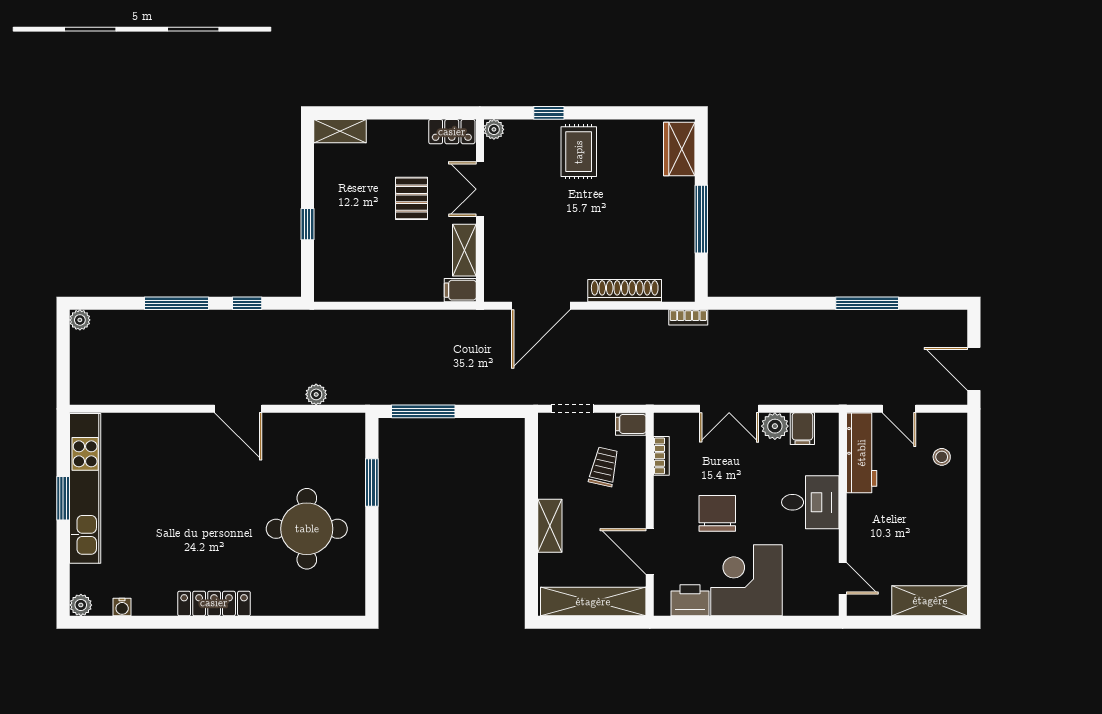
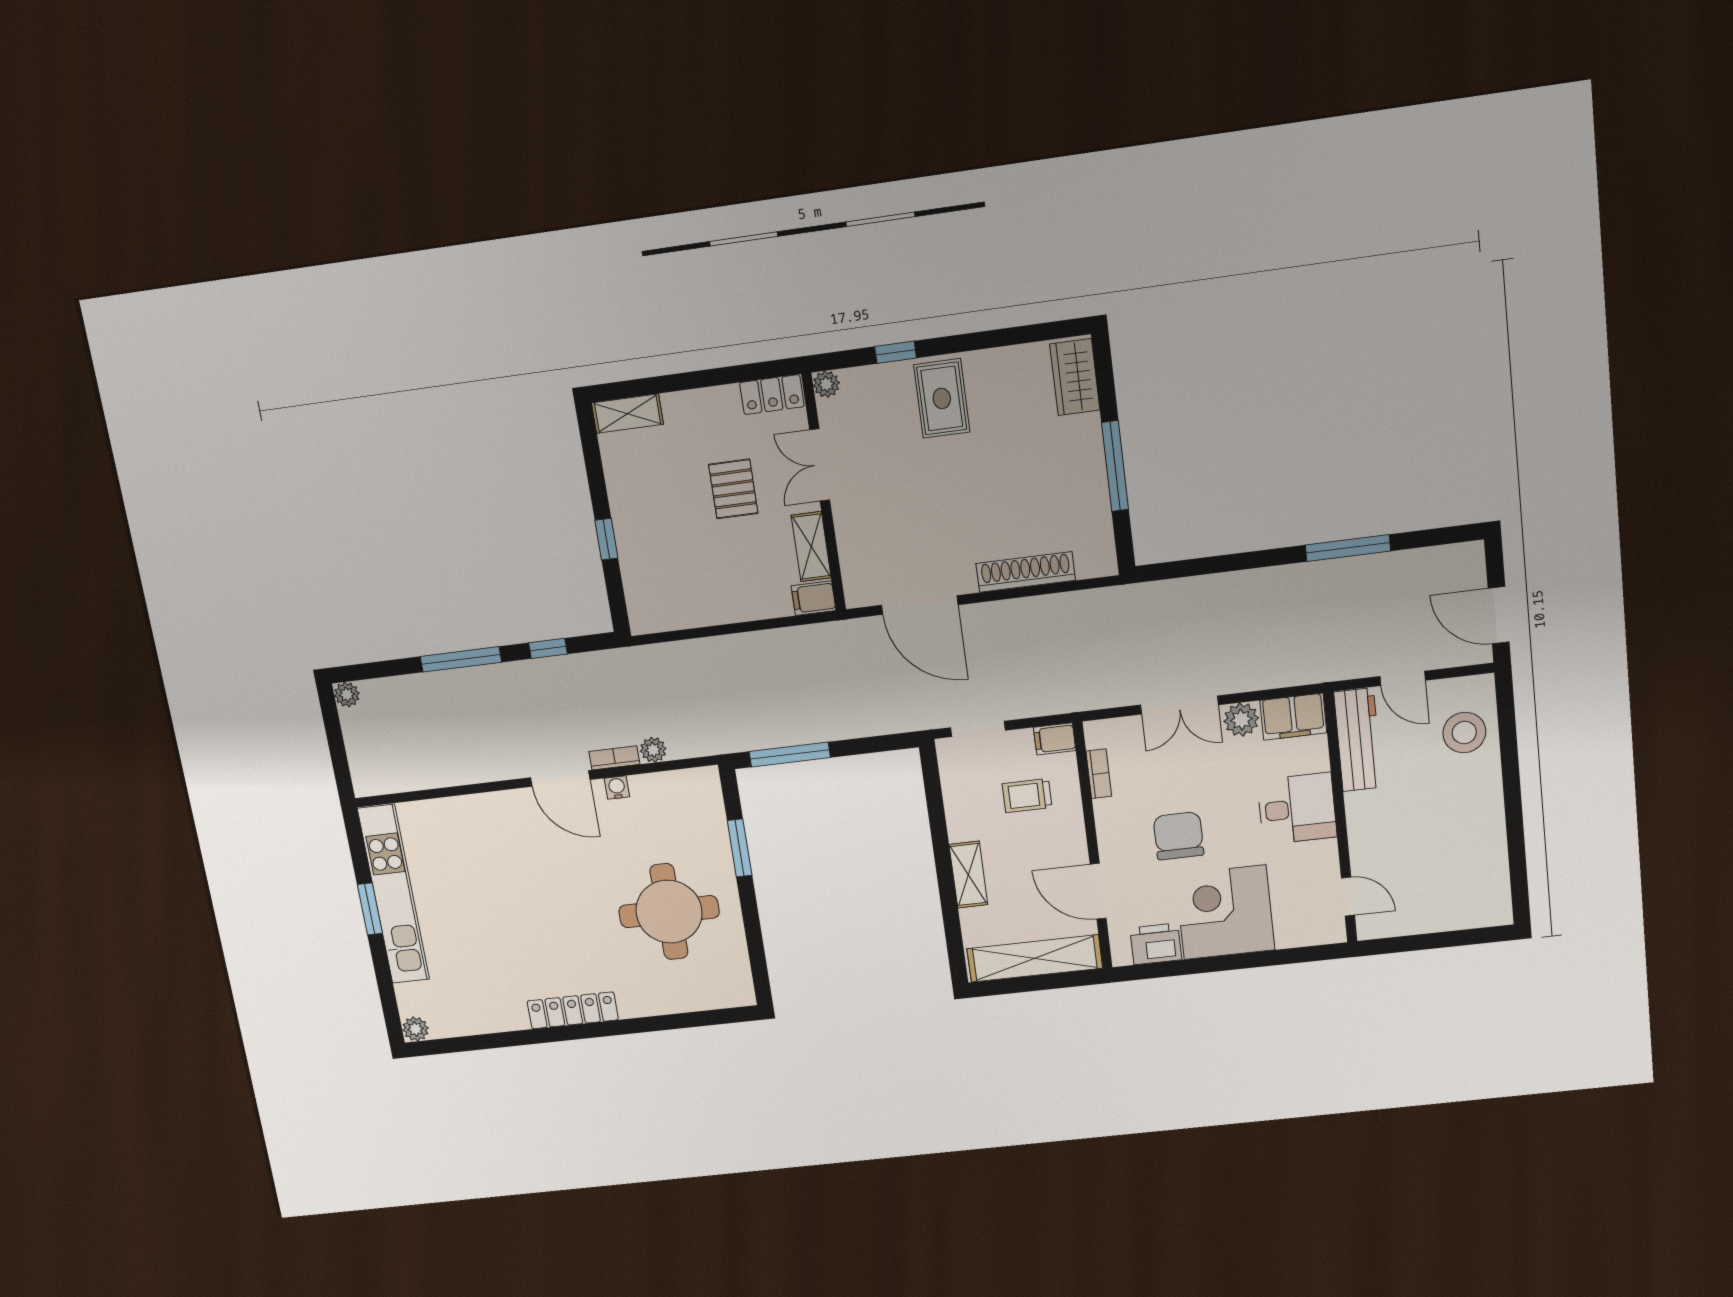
door: (541, 306) -> (920, 605), hinge flipped
bookcase: (688, 317) -> (614, 758), moved, turned 180
filing cabinet: (802, 429) -> (1293, 717), width x2.00
stool: (942, 457) -> (1464, 733), width x1.89, depth x1.89
trolley: (604, 467) -> (1027, 796), turned -103
shelving: (930, 601) -> (1463, 911), removed
water cooler: (122, 607) -> (617, 788), moved, turned 180

